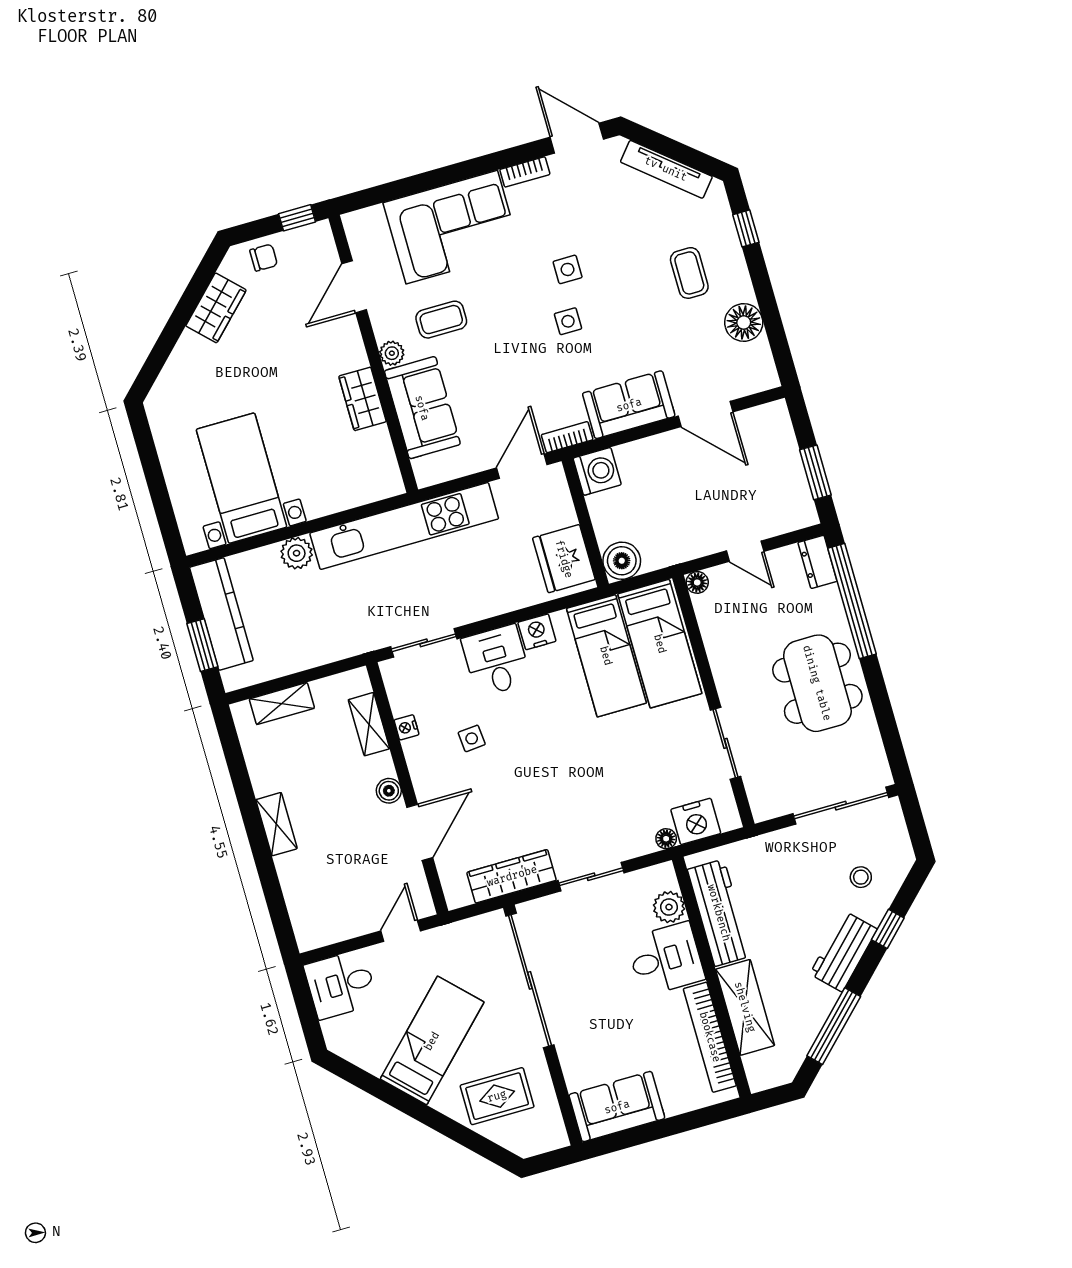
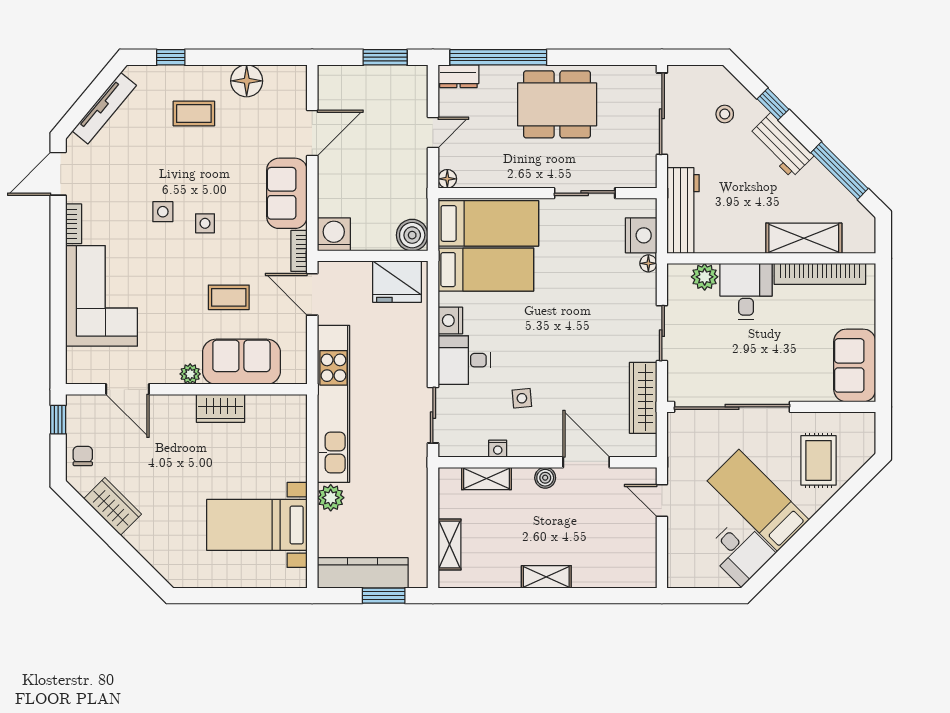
coffee table: (441, 320) -> (229, 297), moved, turned 90
workbench: (719, 913) -> (683, 211), moved, turned 90
desk: (341, 984) -> (740, 552), moved, turned -45

